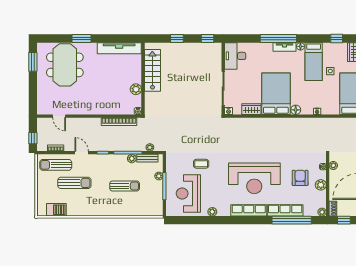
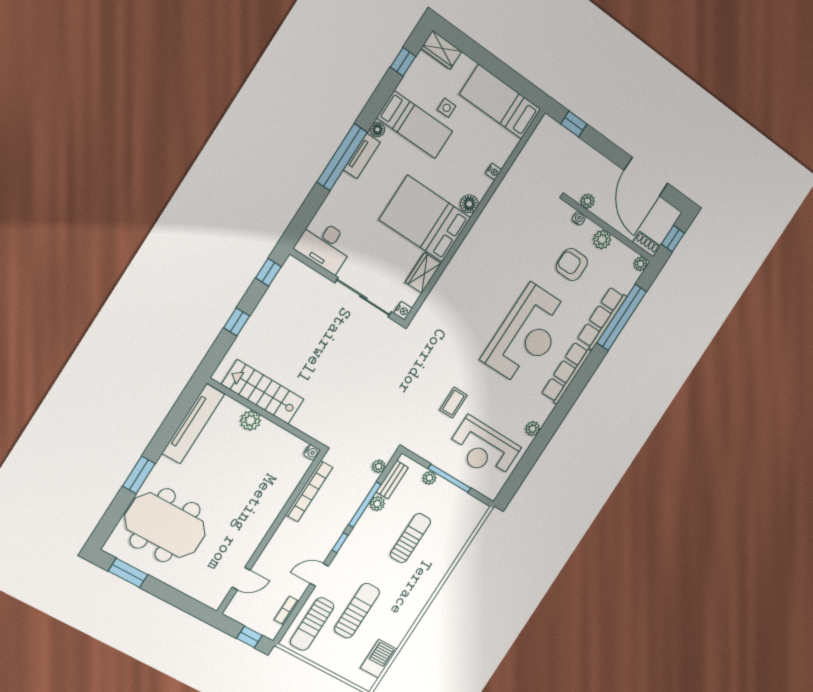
plant: (136, 89) -> (250, 421), moved

